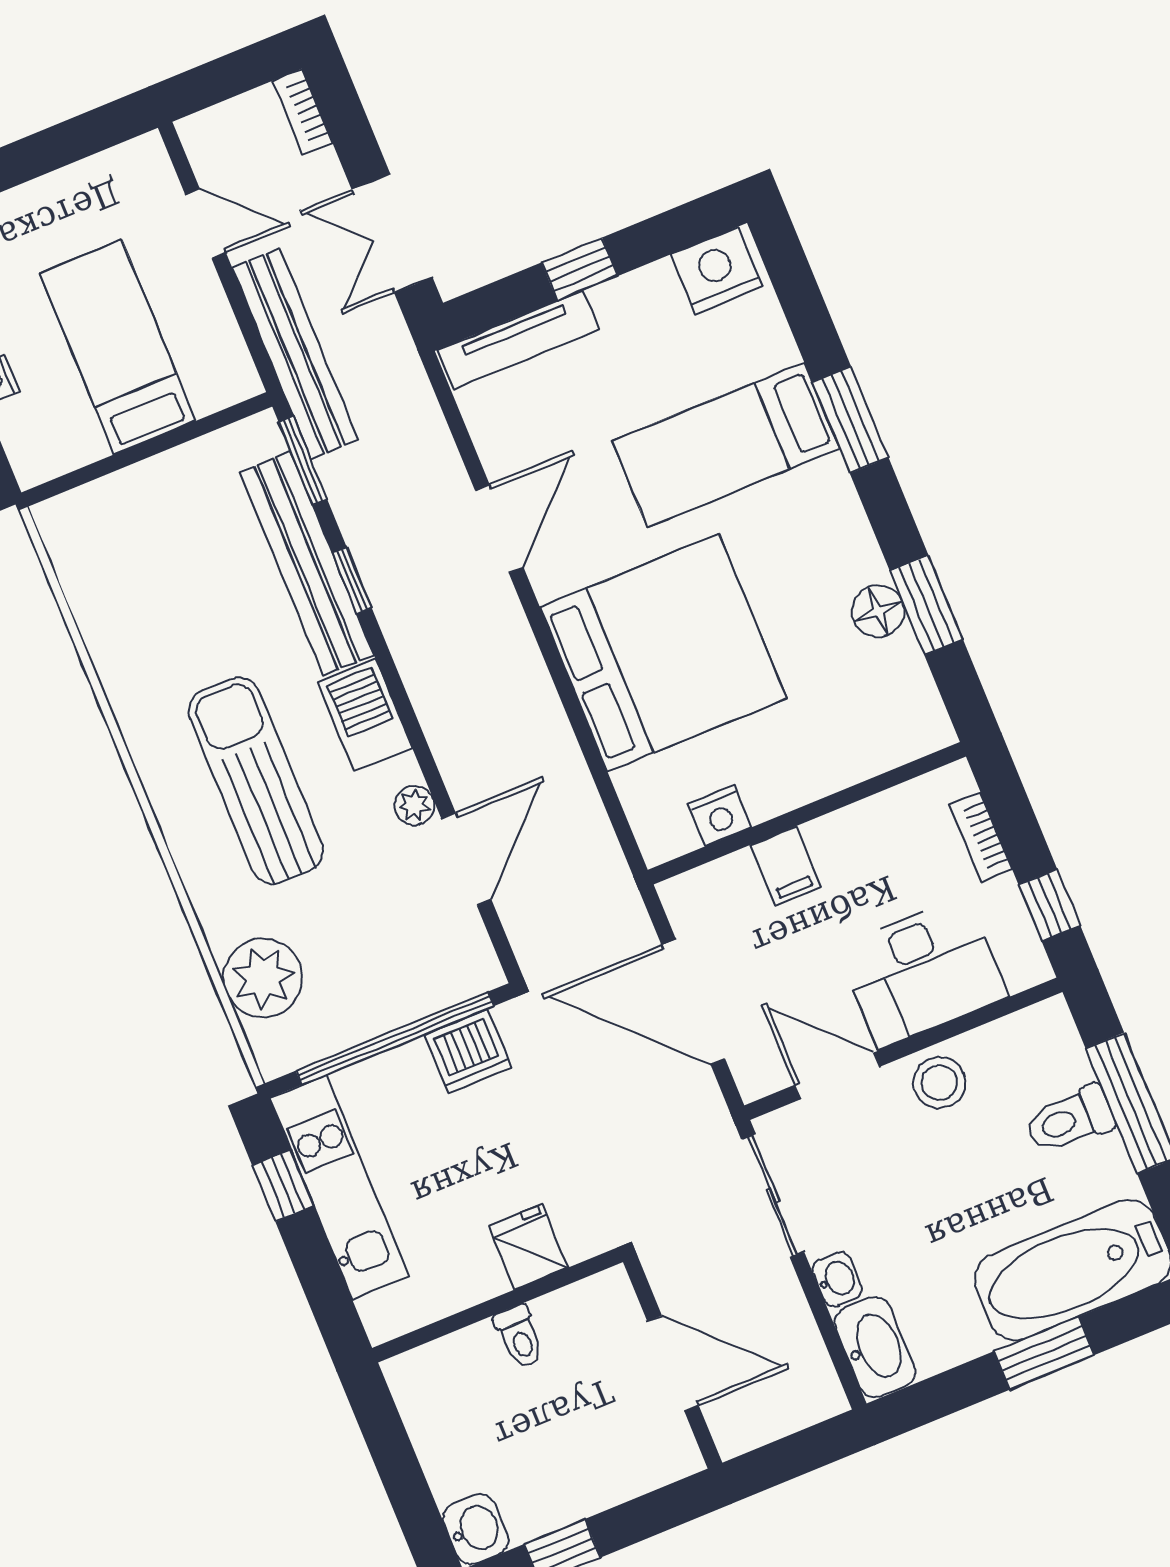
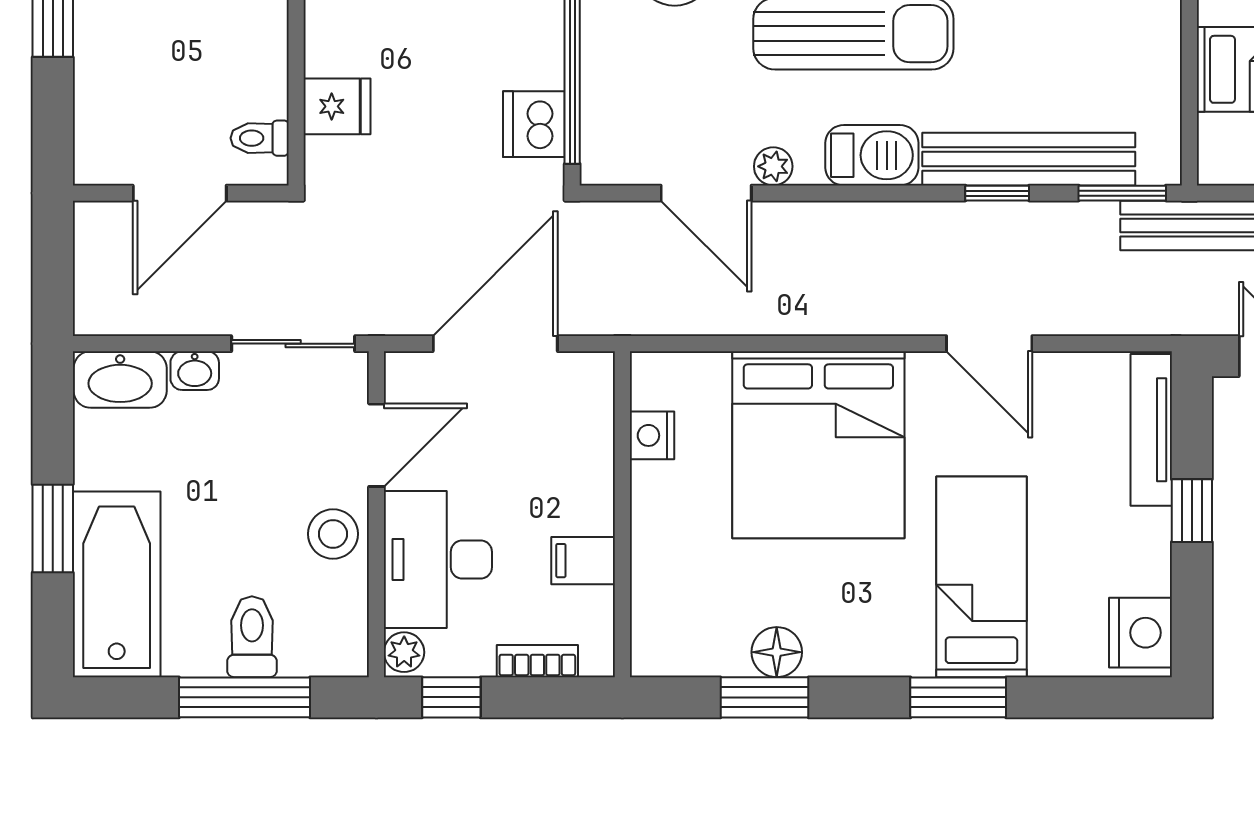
filing cabinet: (786, 866) -> (583, 561), moved
plant: (1025, 968) -> (404, 652), added
toilet: (520, 1337) -> (260, 138), moved

